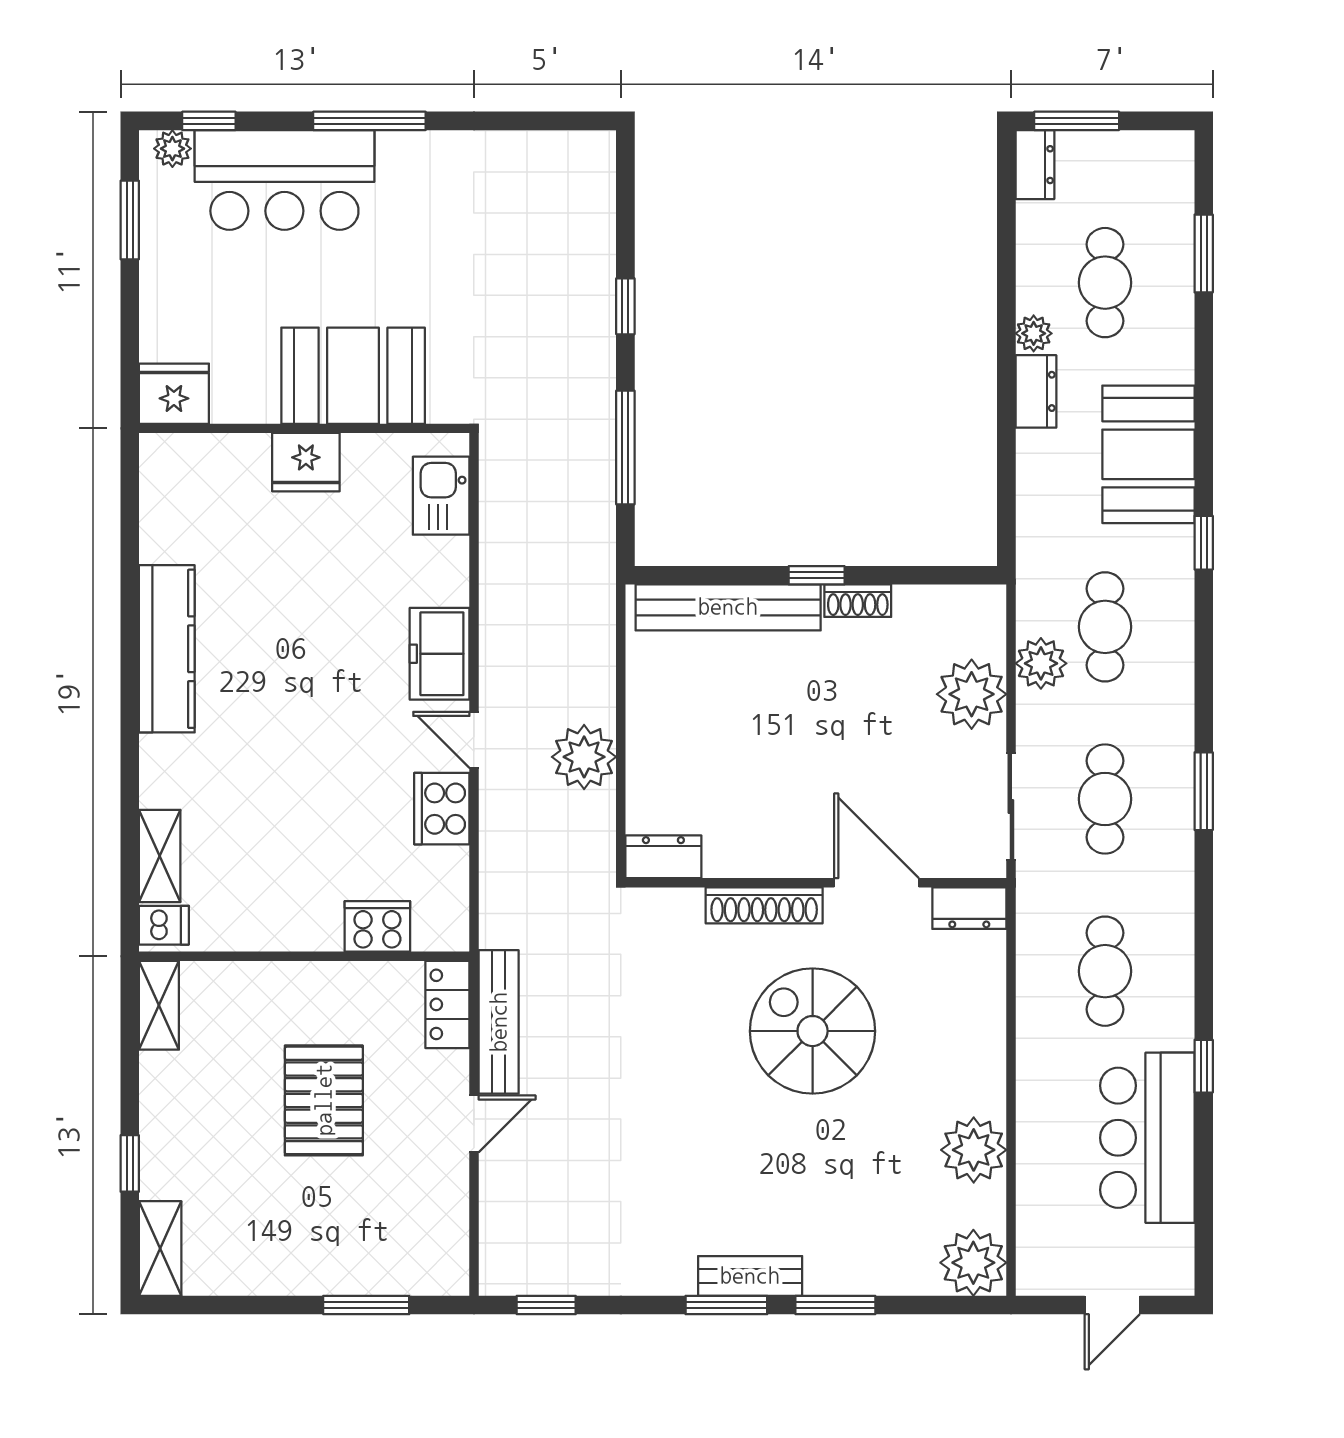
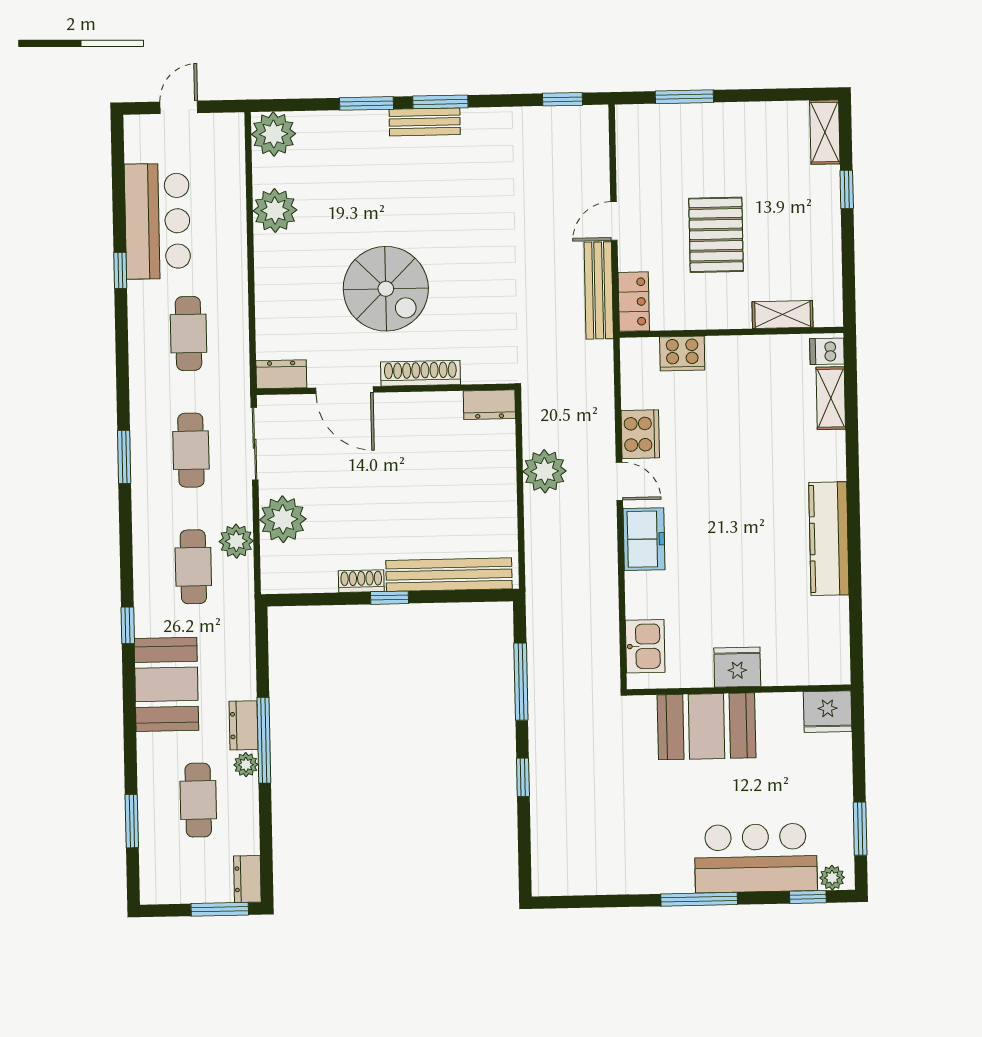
window: (1006, 369) -> (264, 740), added
shelving: (159, 1005) -> (783, 315), moved, turned 90

